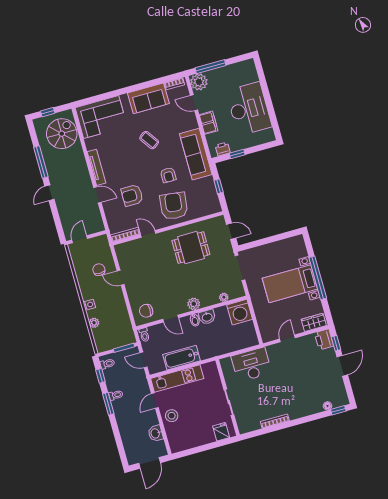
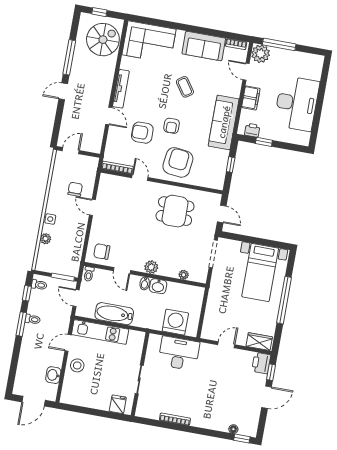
armchair: (168, 175) -> (172, 126), moved
bed with nightstands: (290, 284) -> (260, 272), moved, turned -90
washing machine: (240, 312) -> (175, 322), moved, turned 180

